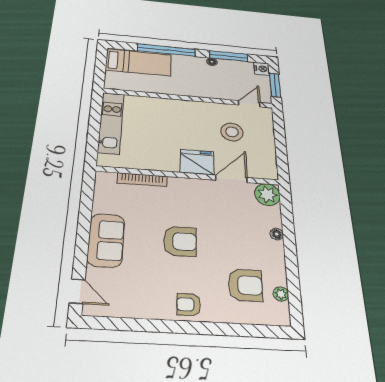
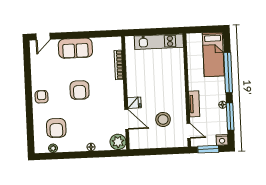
tv unit: (210, 93) -> (194, 104), added
fridge: (197, 162) -> (134, 103), width x0.53, depth x0.75

